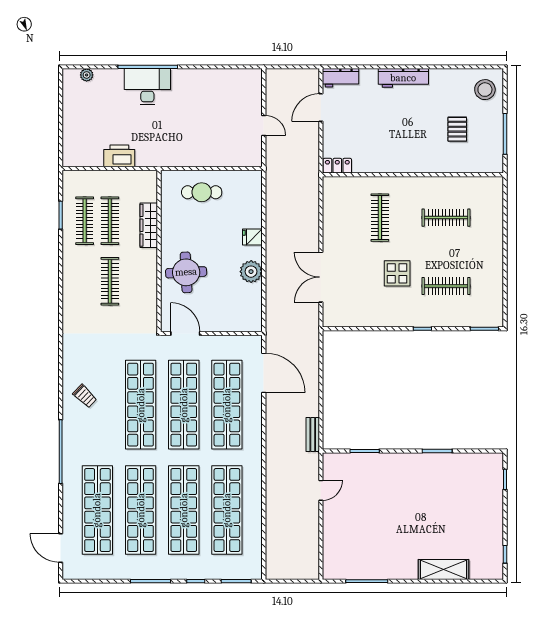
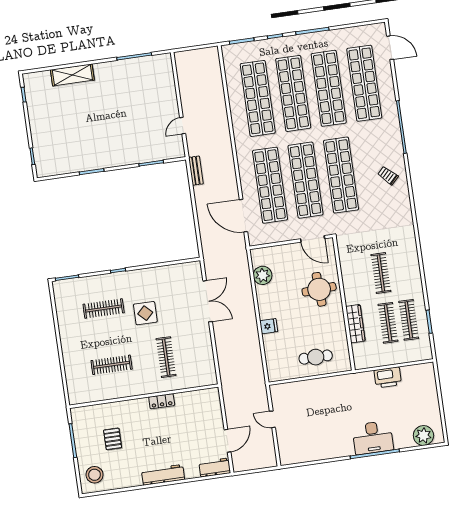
plant: (87, 75) -> (423, 436), width x1.88, depth x1.88
locker: (337, 166) -> (162, 401), moved
plant: (251, 272) -> (263, 275), moved

